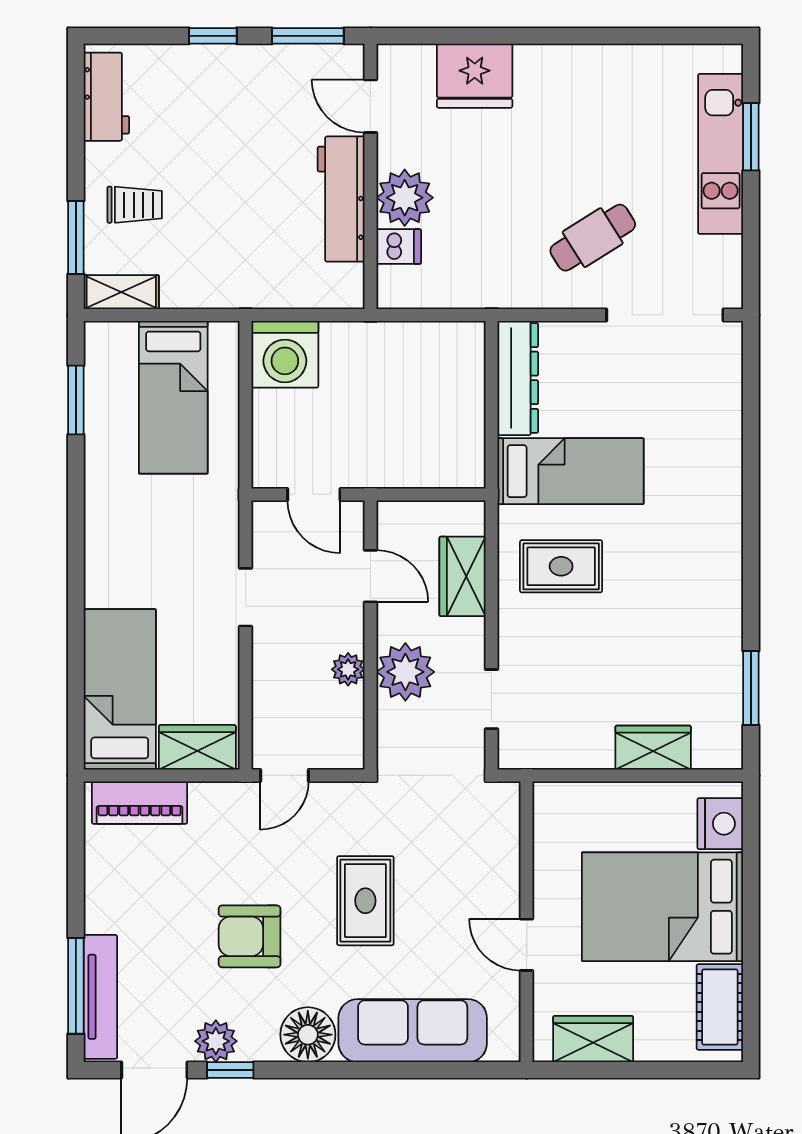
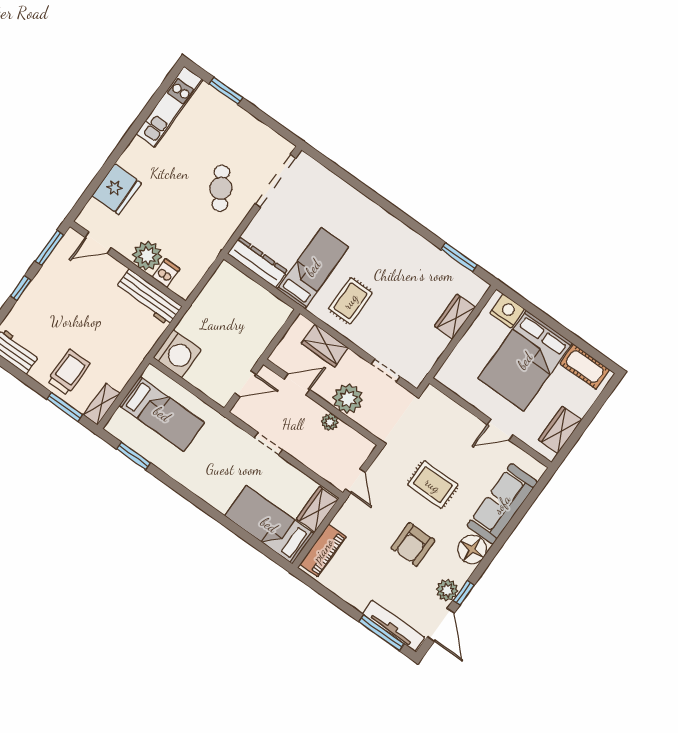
kitchen unit: (721, 154) -> (170, 107), moved, turned -90
workbench: (341, 199) -> (149, 297), moved
trolley: (135, 205) -> (69, 372), width x1.36, depth x1.39

